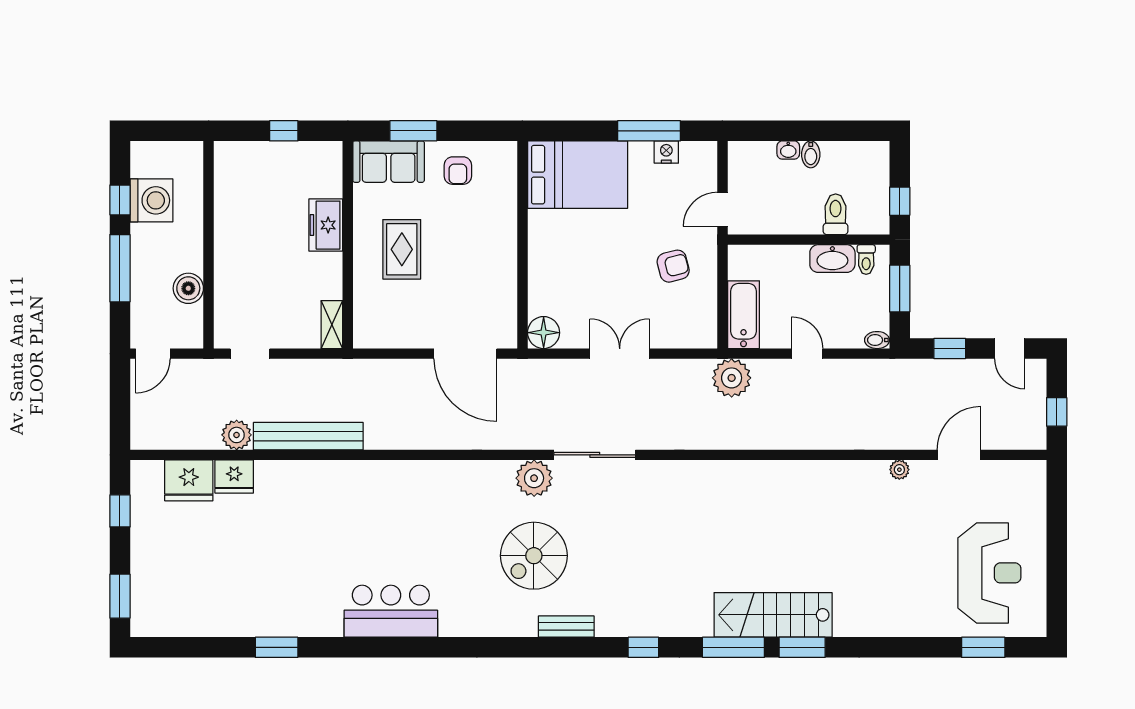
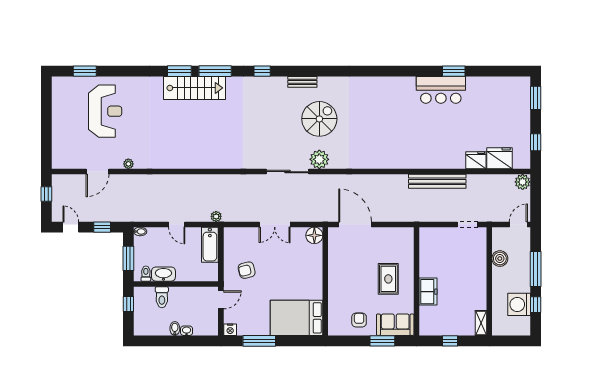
nightstand: (666, 152) -> (230, 330), moved
shelving: (332, 325) -> (481, 323), moved
plant: (732, 378) -> (216, 216), width x0.53, depth x0.53
plant: (237, 435) -> (523, 182), moved
reception desk: (989, 573) -> (105, 111), moved, turned 180
bar counter: (391, 611) -> (441, 90), moved

